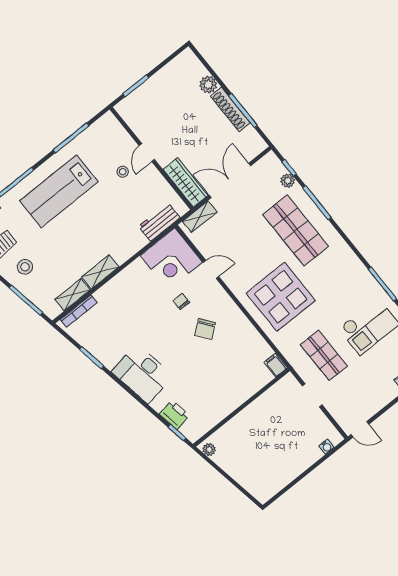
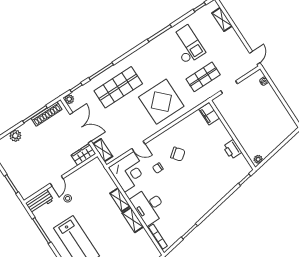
shoe rack: (230, 109) -> (47, 114), moved
door: (147, 153) -> (57, 181), hinge flipped
double door: (230, 180) -> (81, 128), swing flipped
plant: (288, 181) -> (69, 99), moved
wardrobe: (185, 182) -> (83, 154), width x0.67
workbench: (159, 222) -> (40, 202), moved, turned -90
door: (211, 269) -> (138, 146), swing flipped
shelving: (73, 295) -> (120, 200), moved
filing cabinet: (275, 365) -> (209, 114), width x2.00
desk: (142, 374) -> (149, 206), moved, turned 100
printer: (174, 415) -> (232, 149), moved, turned -80

